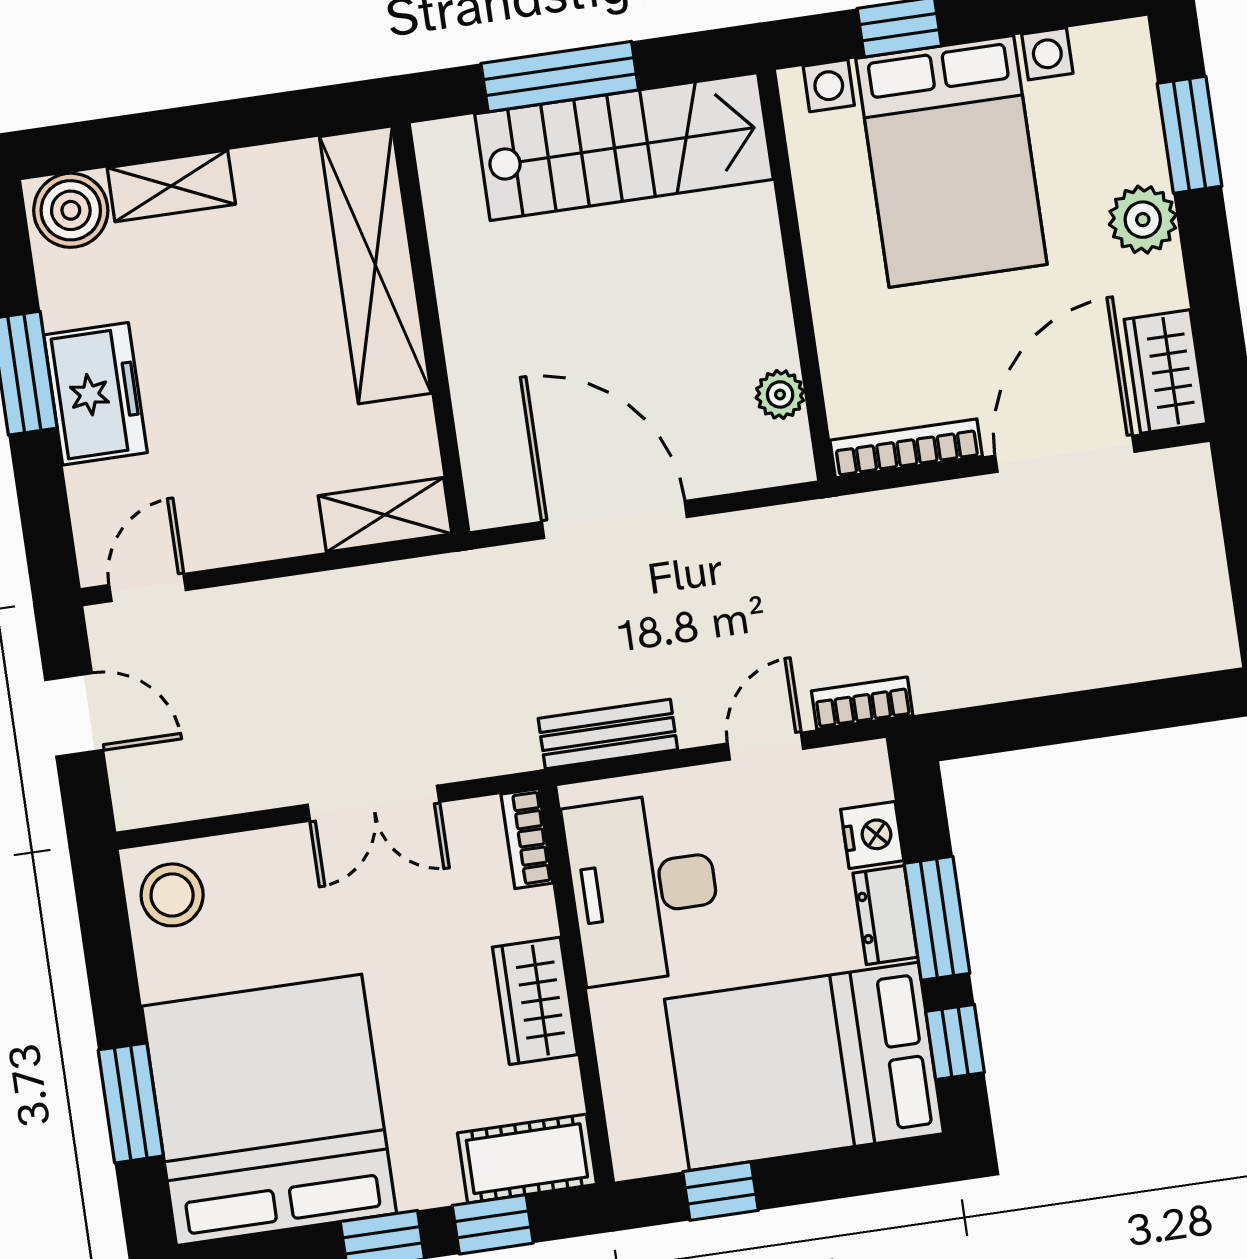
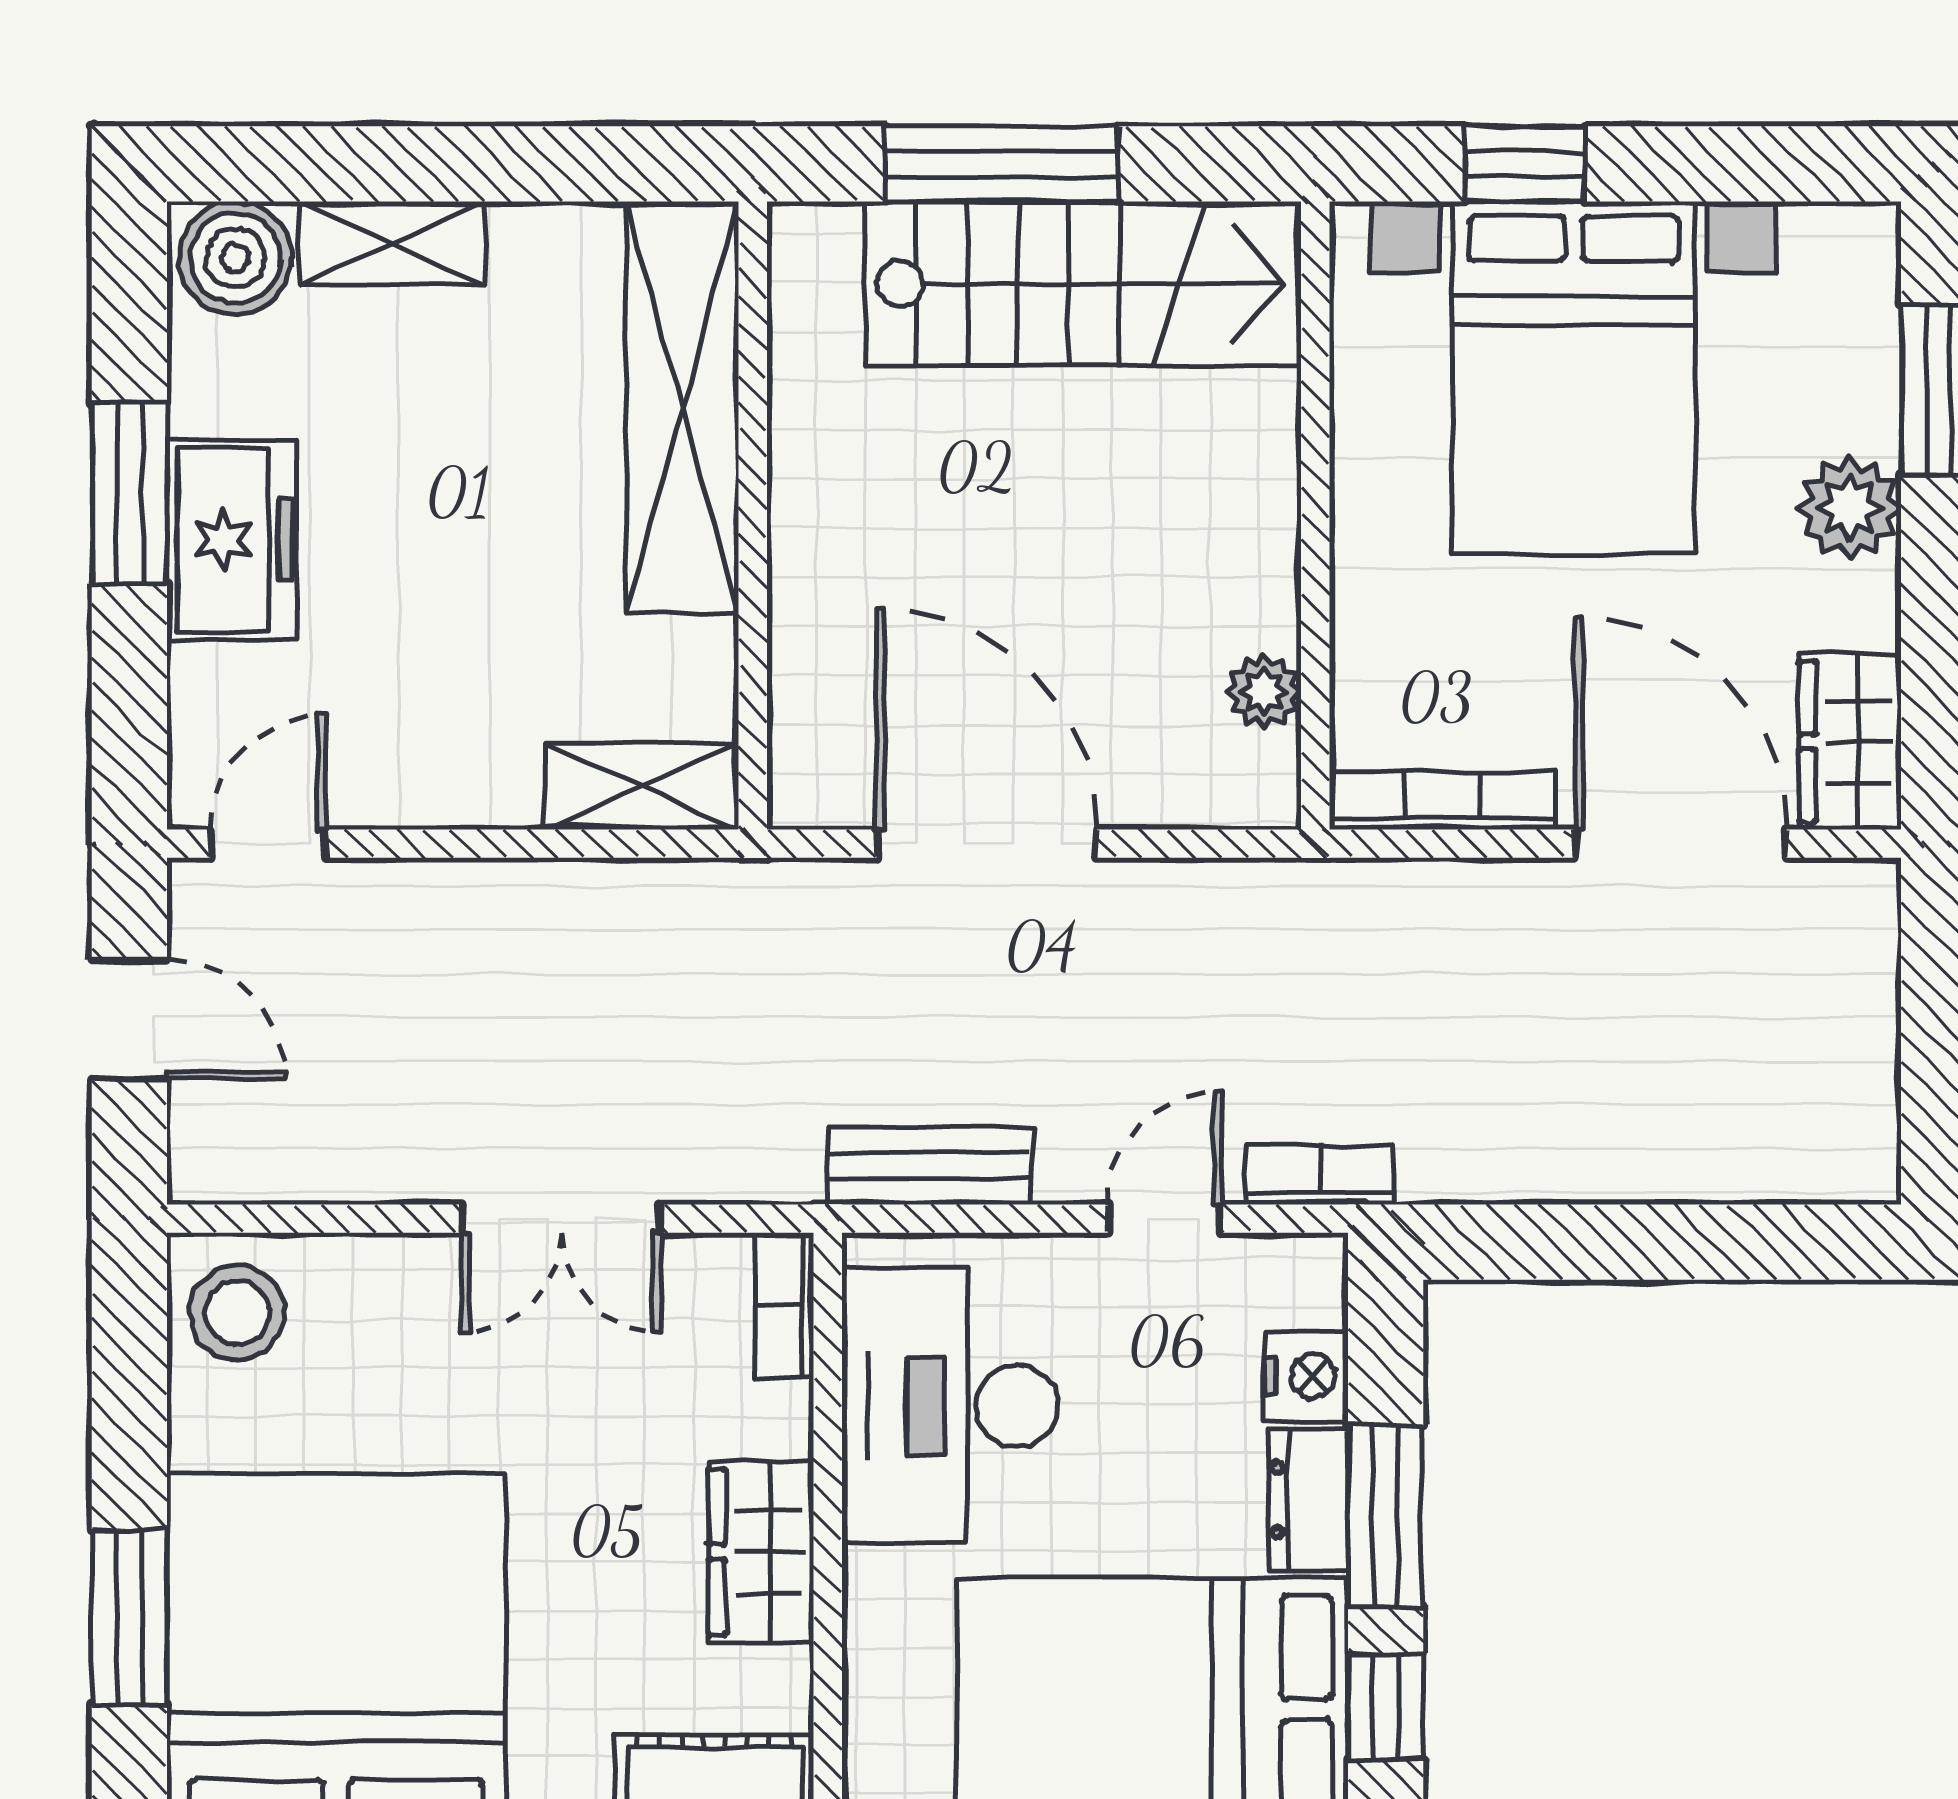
door: (1065, 454) -> (1681, 844), hinge flipped

